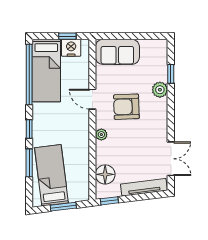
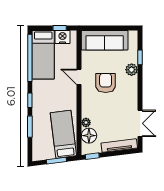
sofa: (117, 52) -> (105, 40), width x1.36
armchair: (126, 107) -> (106, 83), turned 92
plant: (101, 135) -> (86, 123), moved
bed: (51, 175) -> (63, 134), moved

